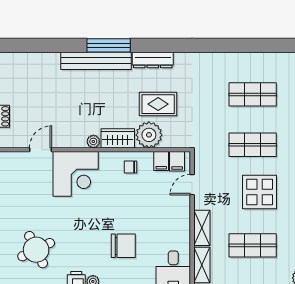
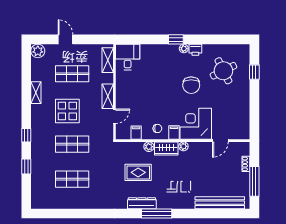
window: (109, 45) -> (157, 213), moved
bench: (96, 61) -> (220, 203), moved
plant: (149, 135) -> (149, 147), width x0.53, depth x0.53
filing cabinet: (177, 161) -> (174, 133), moved
shelving: (202, 228) -> (108, 96), moved
chair: (123, 246) -> (191, 85), moved, turned -90

